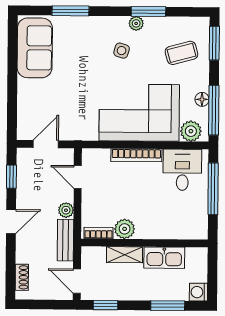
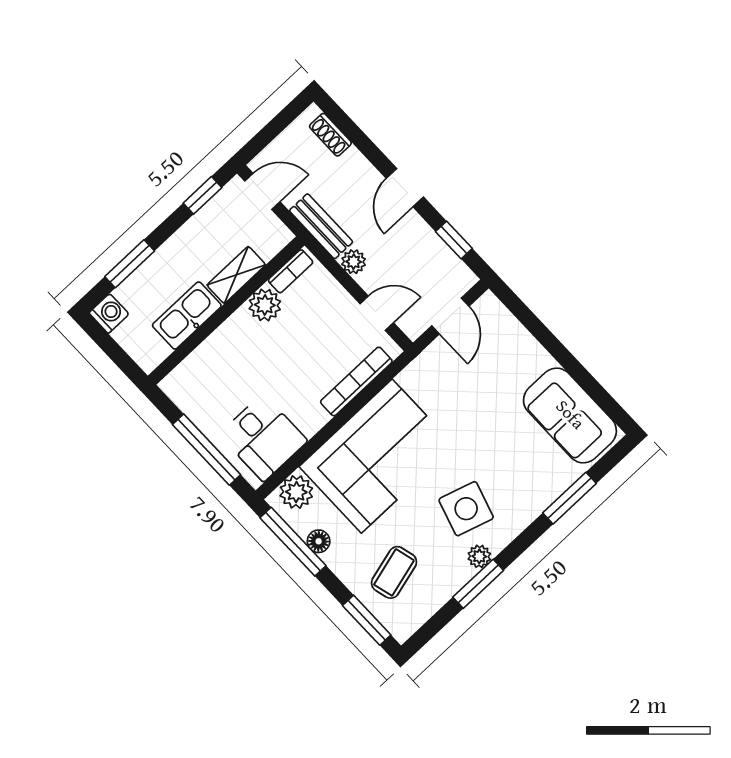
side table: (122, 51) -> (466, 509), width x1.87, depth x1.87
bookcase: (136, 155) -> (356, 381), moved

